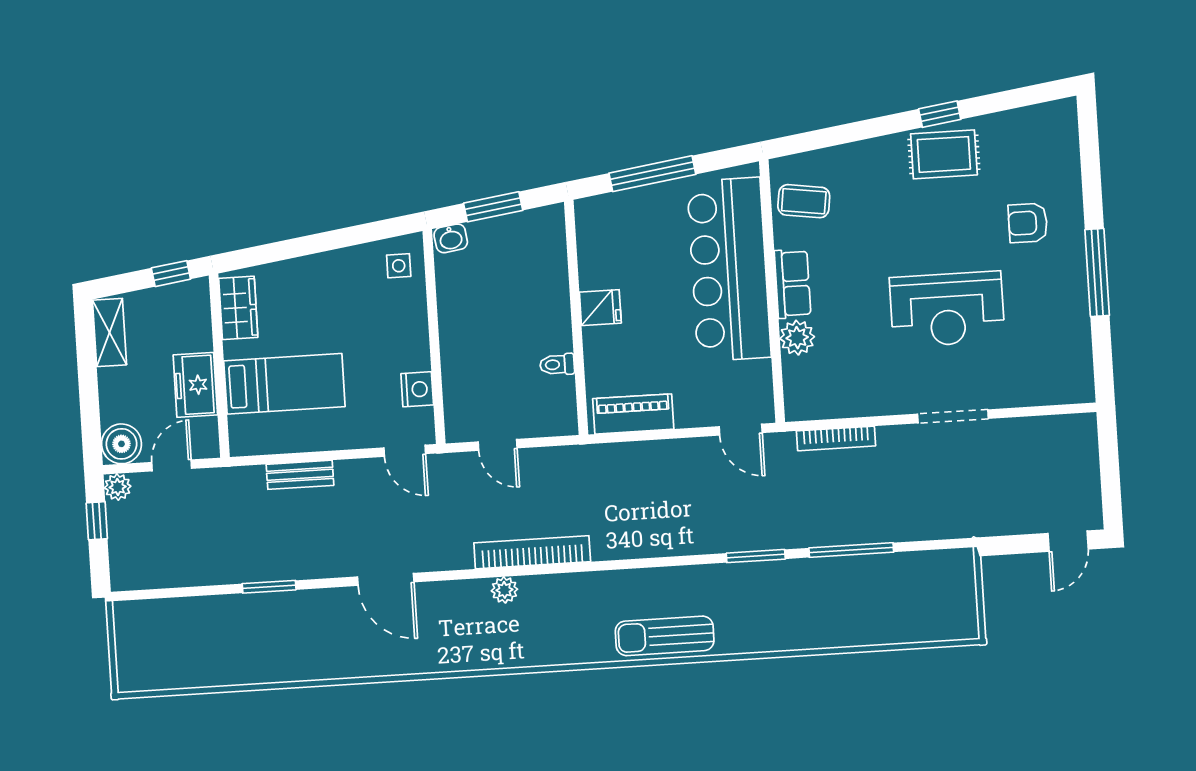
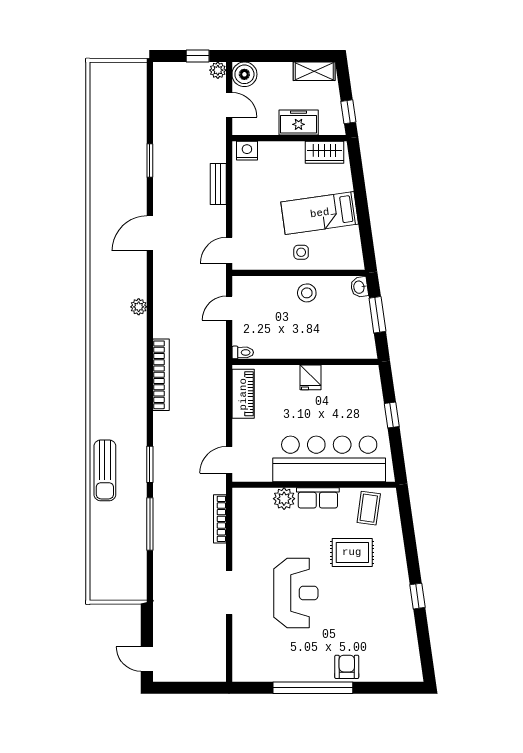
rug: (944, 154) -> (352, 552), moved, turned 90
window: (652, 174) -> (392, 415), width x0.46
armchair: (1028, 223) -> (347, 667), moved
side table: (399, 266) -> (301, 252), moved
window: (1097, 272) -> (313, 688), width x1.46
reception desk: (947, 309) -> (296, 593), turned 180
stool: (465, 322) -> (307, 293), added
toilet: (557, 364) -> (243, 352), moved, turned 90
bed: (284, 384) -> (320, 213), moved, turned 82
freezer: (195, 385) -> (299, 122), moved
nightstand: (417, 389) -> (247, 151), moved, turned 180
bookcase: (532, 552) -> (161, 375), moved
sun lounger: (665, 636) -> (105, 470), moved, turned 180

